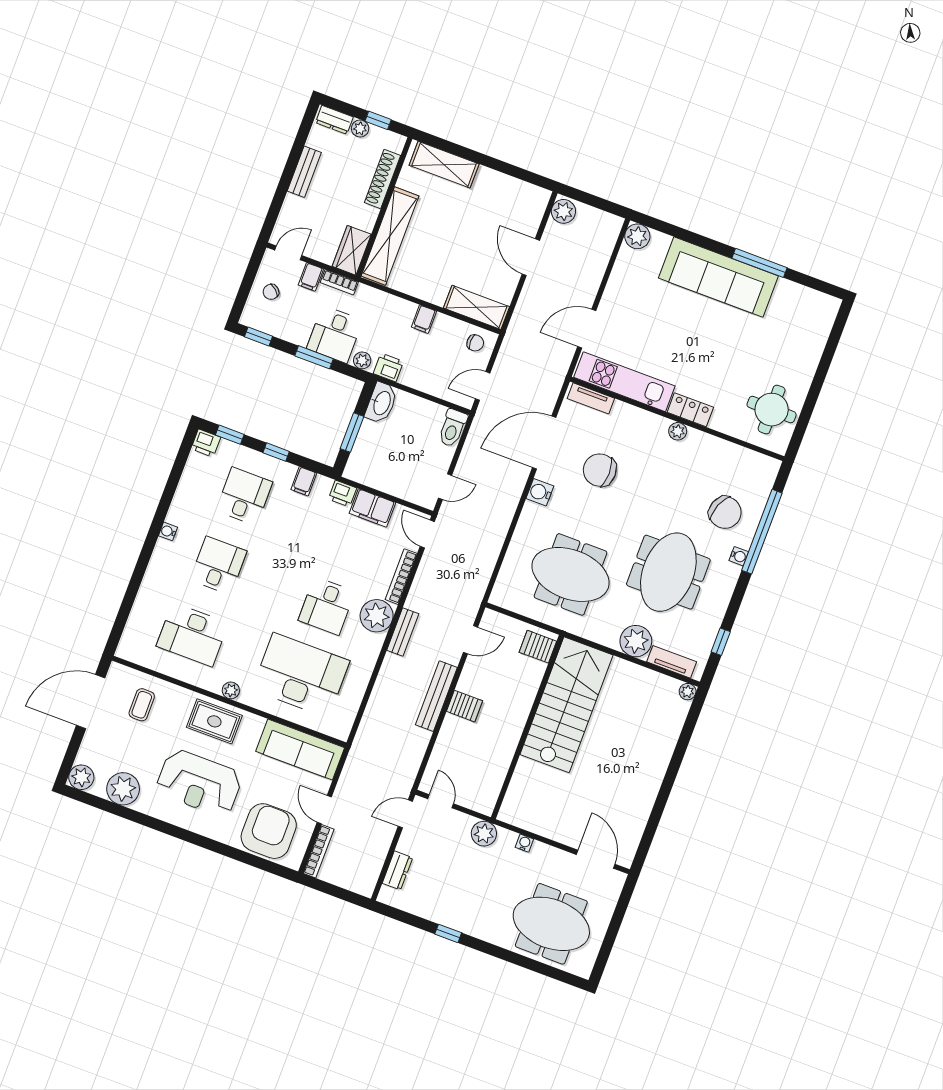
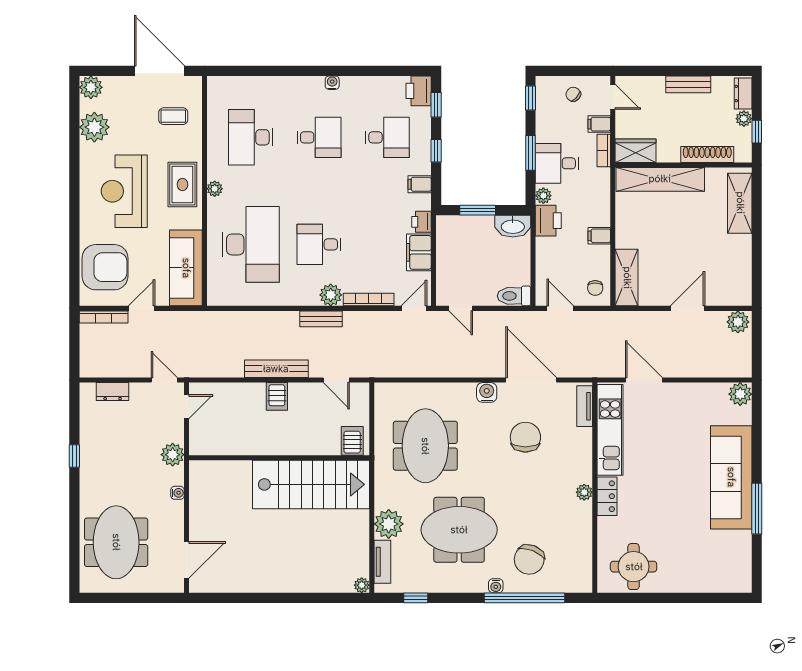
printer: (388, 367) -> (548, 221), width x1.36, depth x1.24
printer: (206, 443) -> (419, 91), width x1.36, depth x1.24
plant: (377, 616) -> (331, 295), width x0.73, depth x0.73

